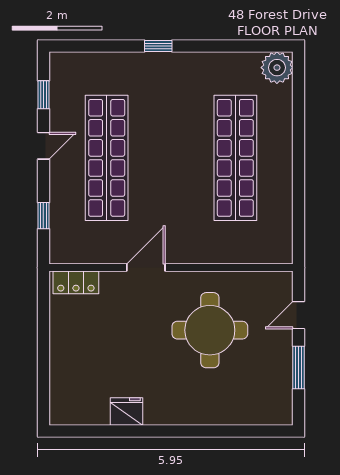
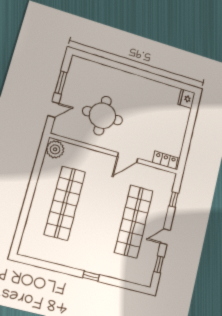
plant: (277, 68) -> (55, 149), moved
fridge: (127, 411) -> (186, 99), moved, turned 90

